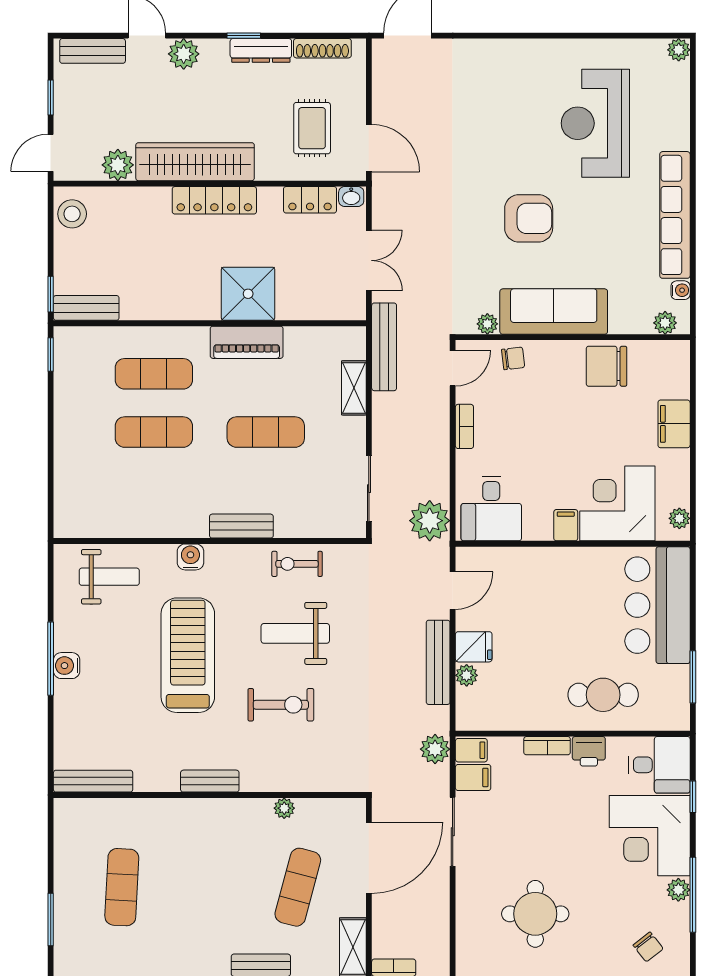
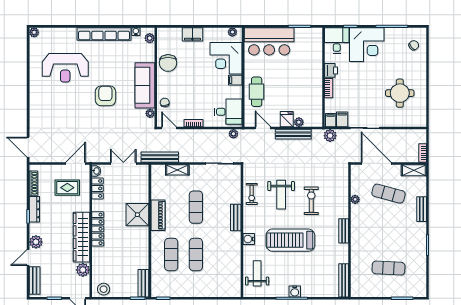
plant: (430, 521) -> (233, 134), width x0.53, depth x0.53
cafe table: (603, 695) -> (257, 92), moved
plant: (678, 890) -> (390, 33), removed

